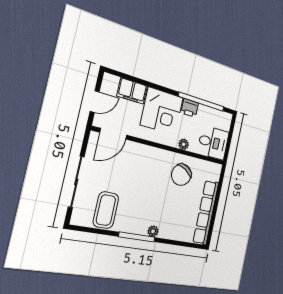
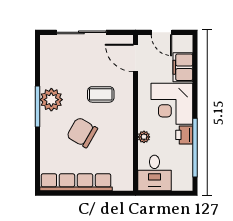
chair: (181, 175) -> (82, 133), moved
coffee table: (106, 210) -> (101, 94), moved, width x0.73, depth x0.77
plant: (153, 231) -> (51, 100), moved, width x1.87, depth x1.87

